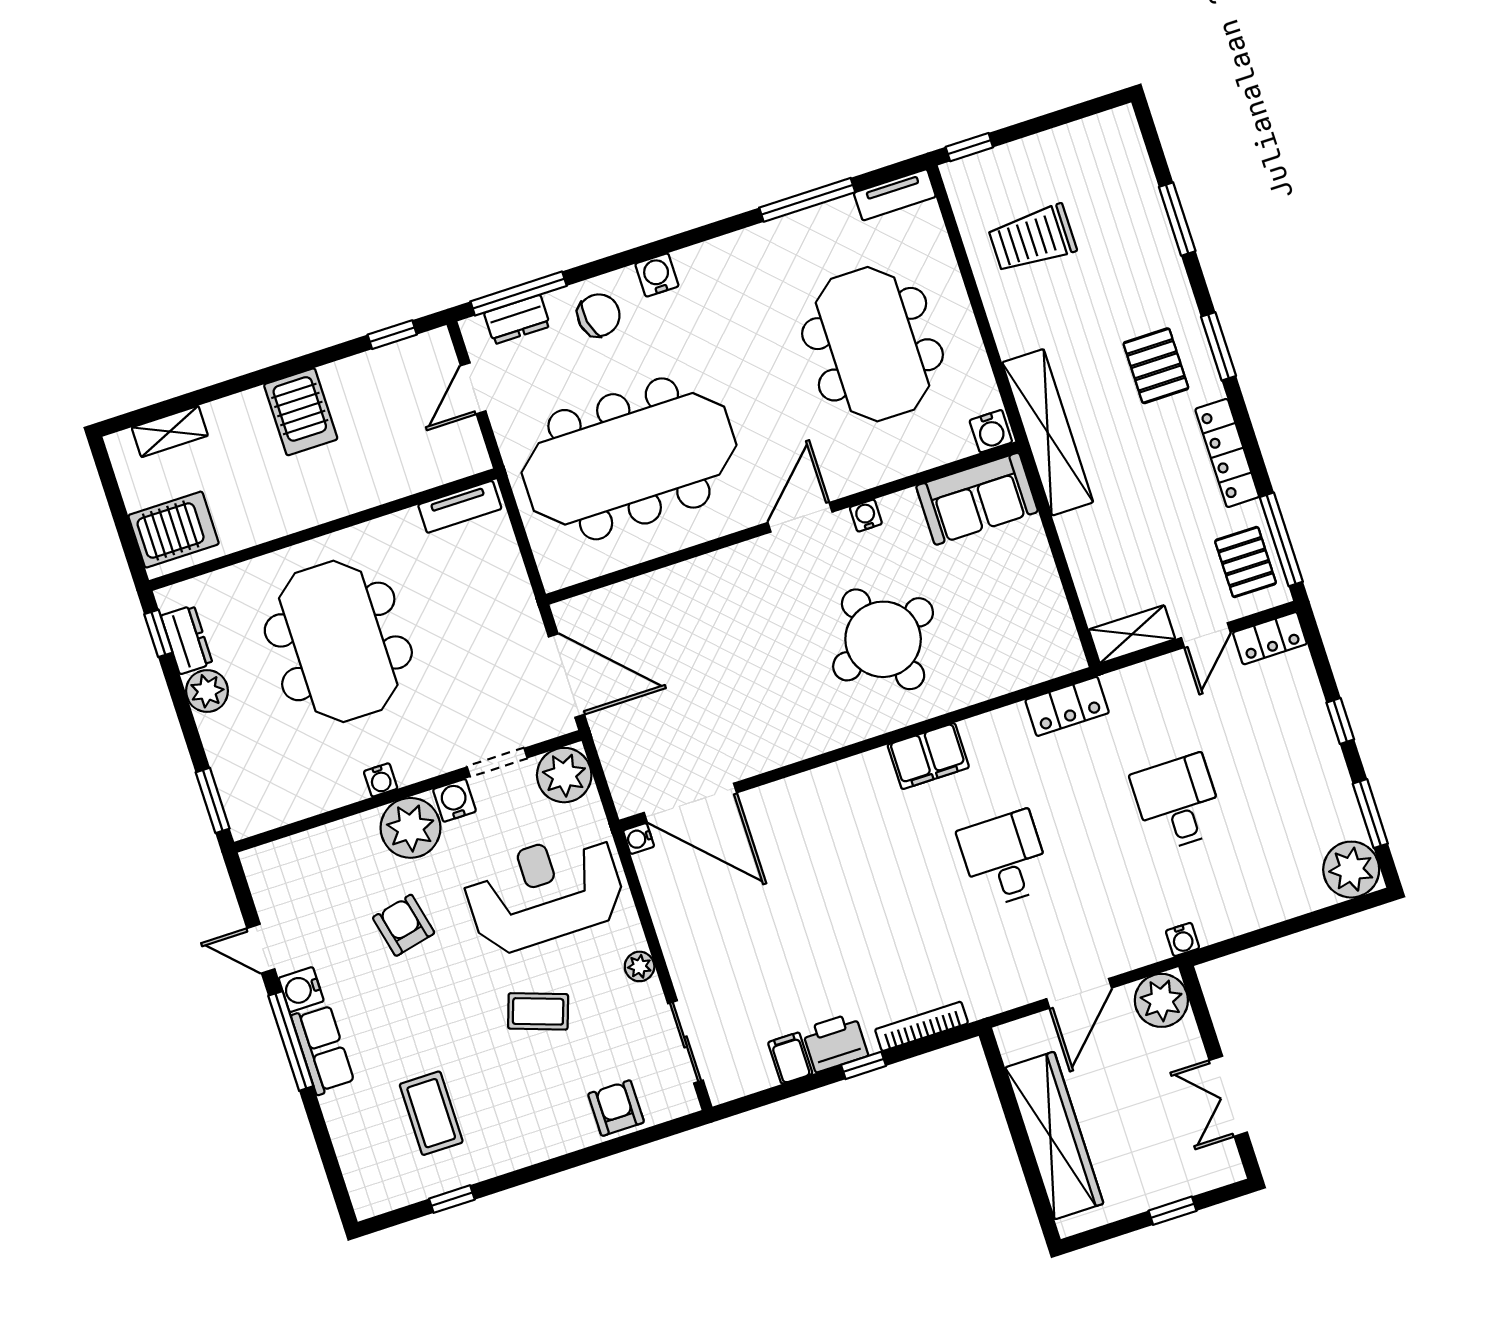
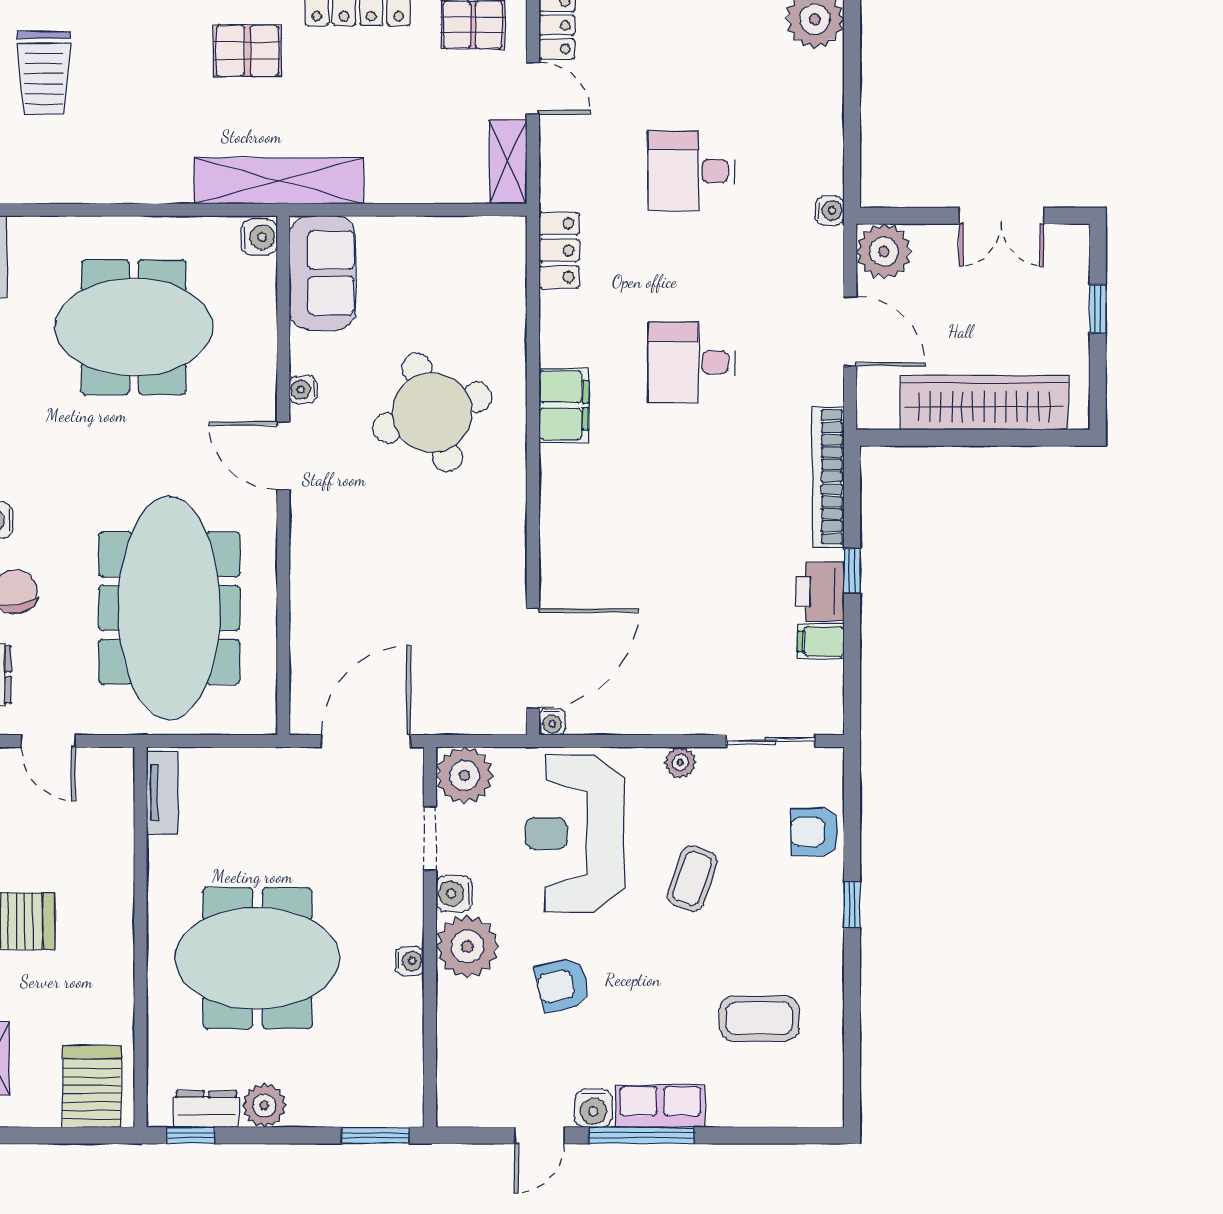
trolley: (1032, 239) -> (44, 73), moved
bookcase: (922, 1026) -> (828, 477), width x1.48, depth x1.31
window: (452, 1199) -> (852, 905), moved

